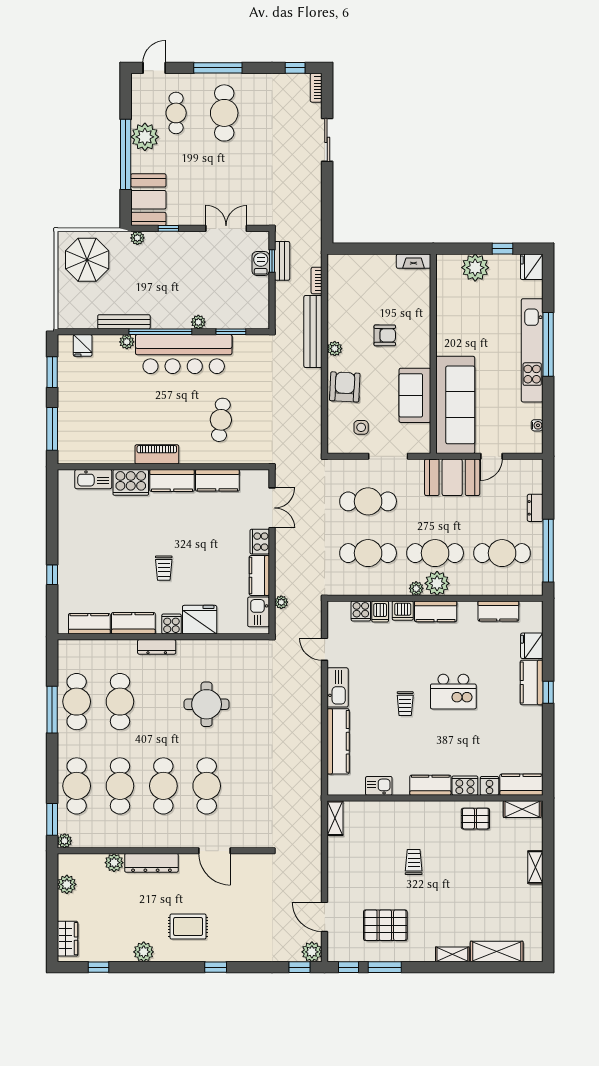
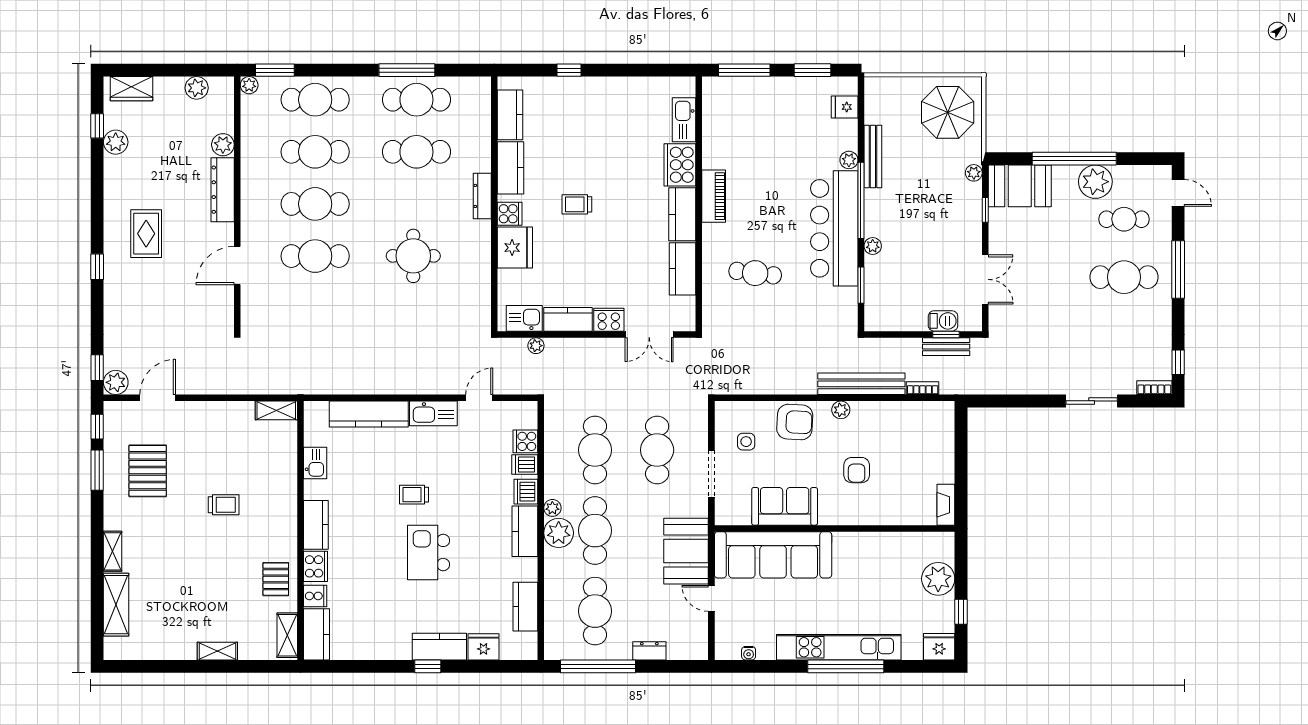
plant: (144, 952) -> (116, 142), moved

